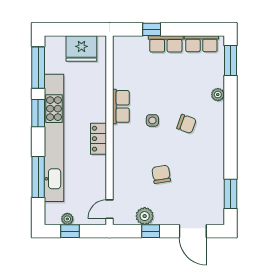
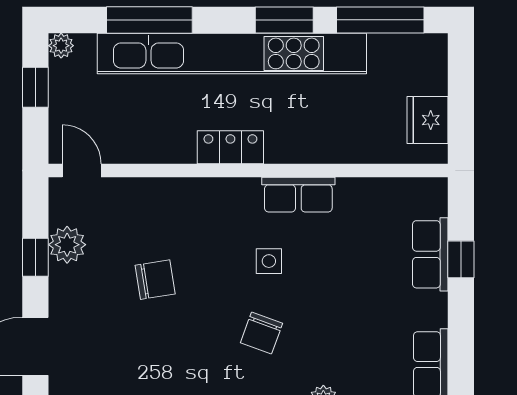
row of seats: (166, 44) -> (430, 254), moved
fridge: (81, 48) -> (427, 120), width x0.73, depth x0.75
plant: (67, 219) -> (61, 46), moved

